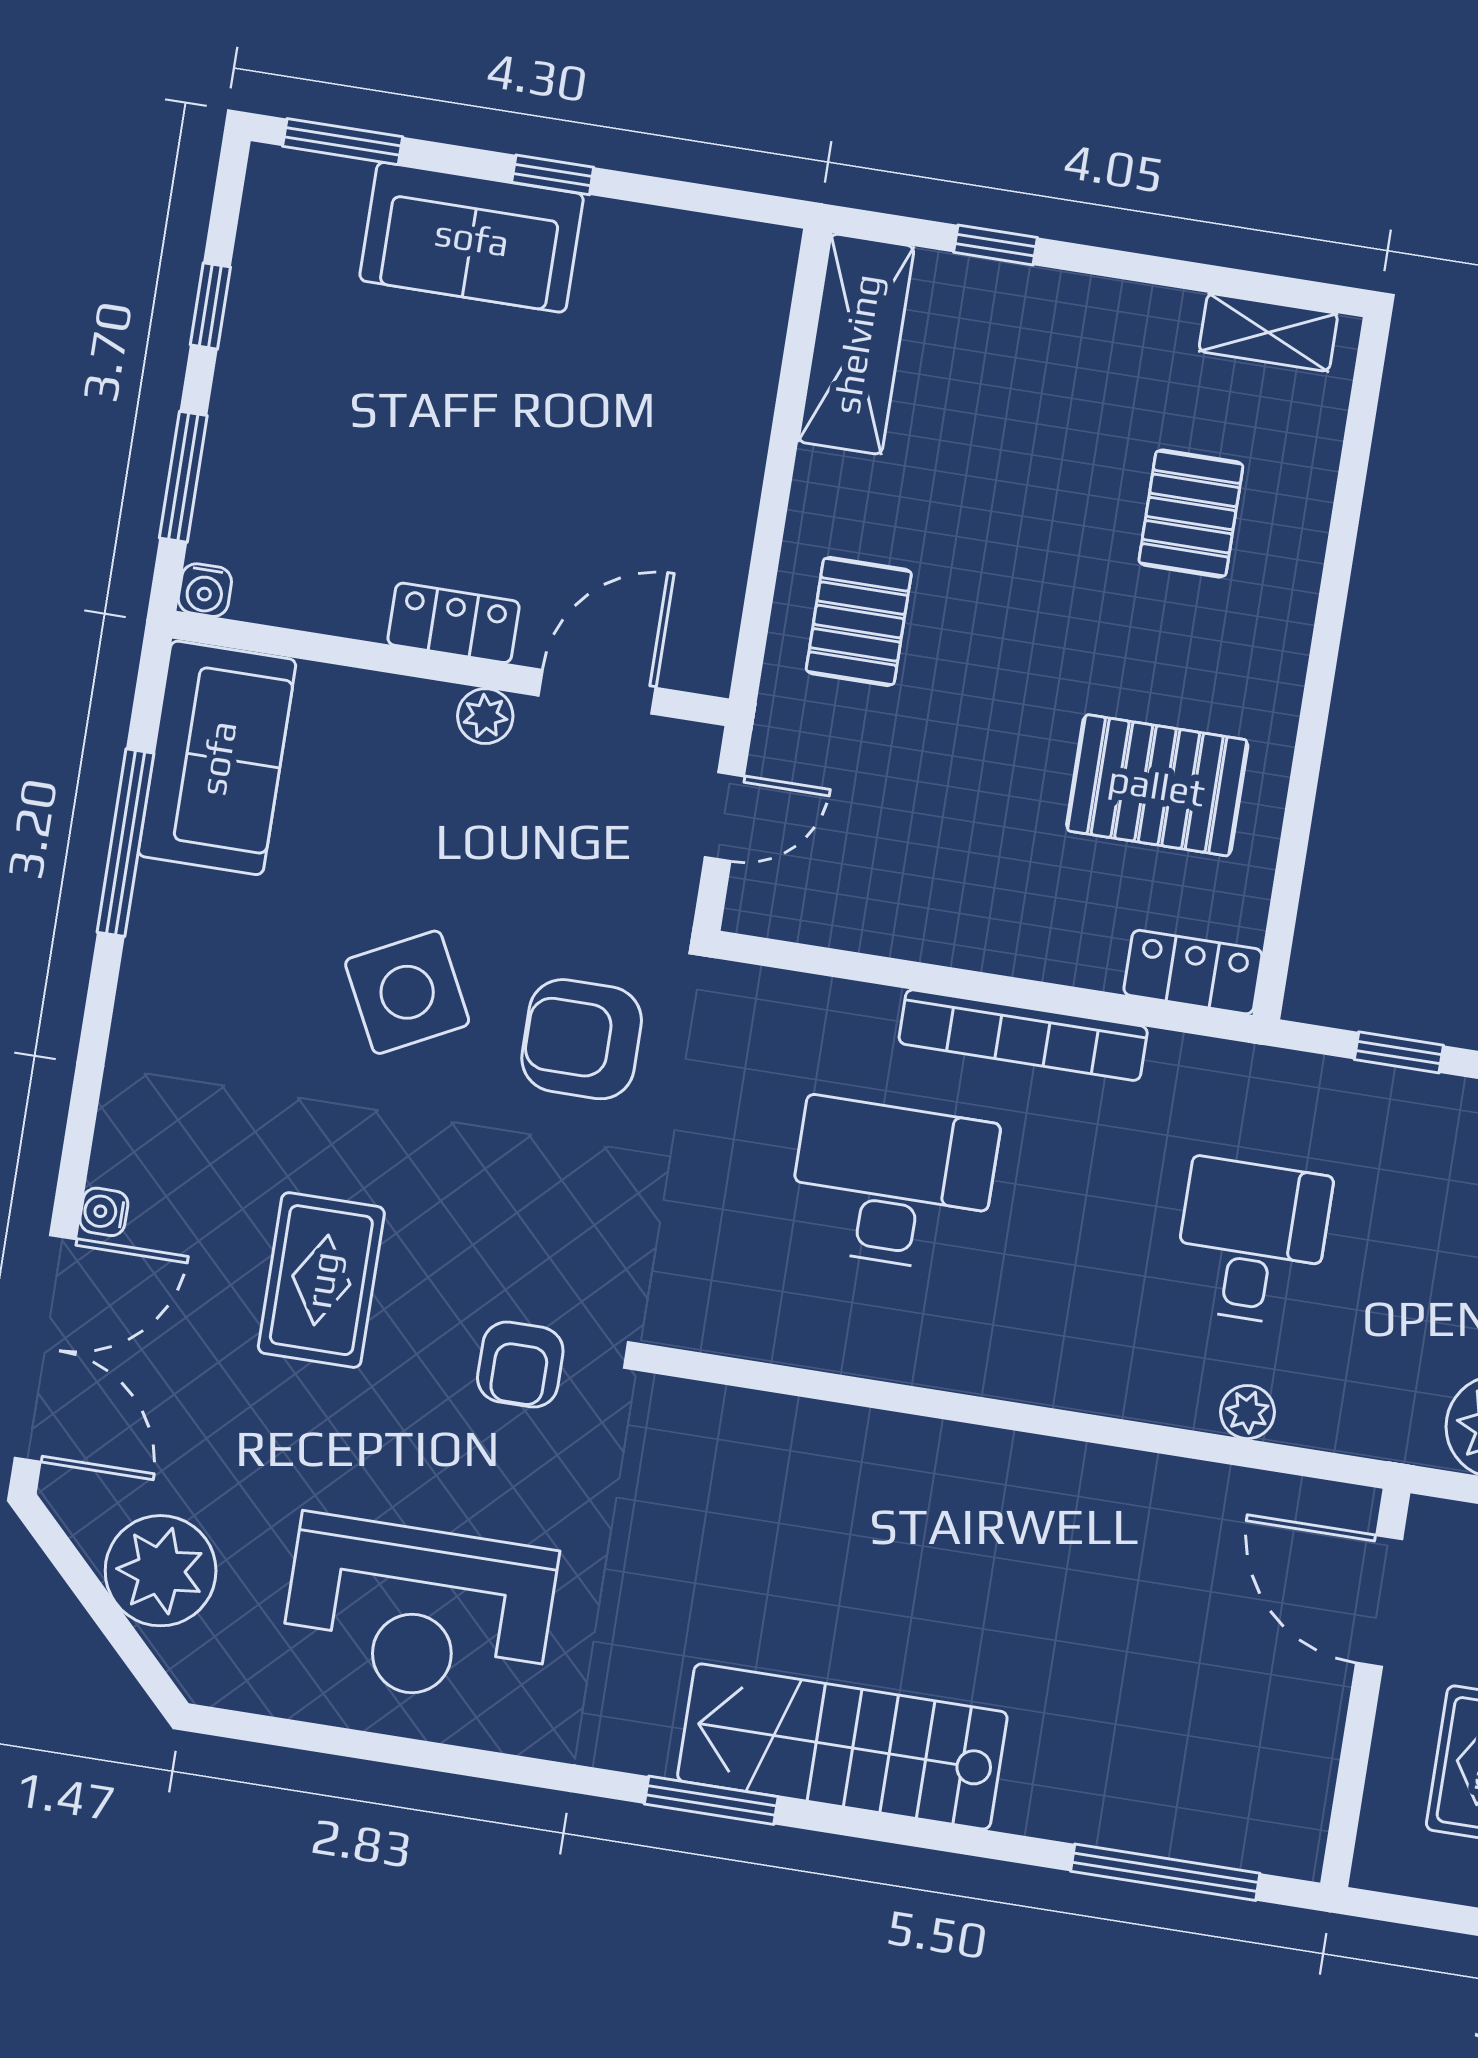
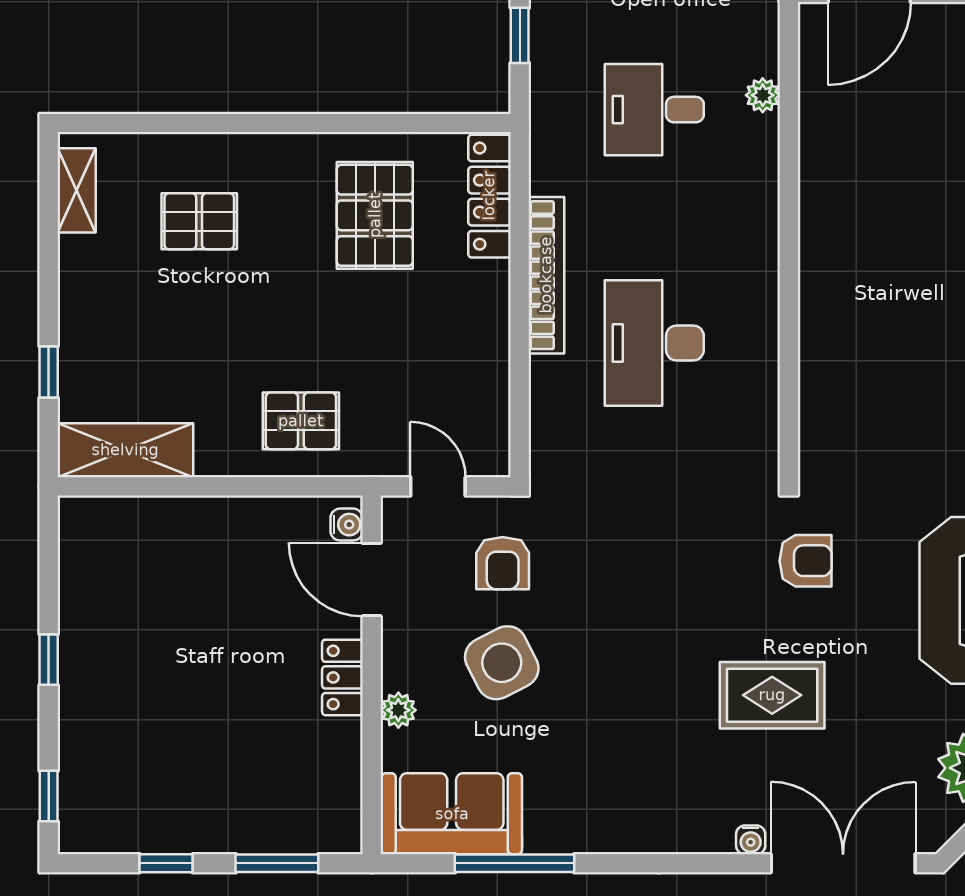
window: (343, 142) -> (49, 796), width x0.67
sofa: (472, 237) -> (96, 705), removed
water cooler: (205, 590) -> (347, 525), moved
plant: (485, 716) -> (398, 710), moved
locker: (1193, 972) -> (489, 196), width x1.53
side table: (407, 992) -> (502, 663), moved
armchair: (582, 1039) -> (503, 563), moved, width x0.72, depth x0.72

